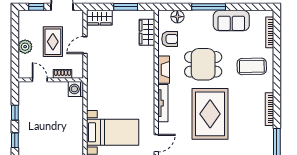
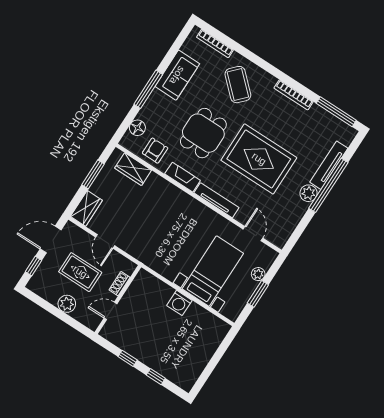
coffee table: (252, 66) -> (238, 85), turned -46
washing machine: (76, 89) -> (179, 303), moved

